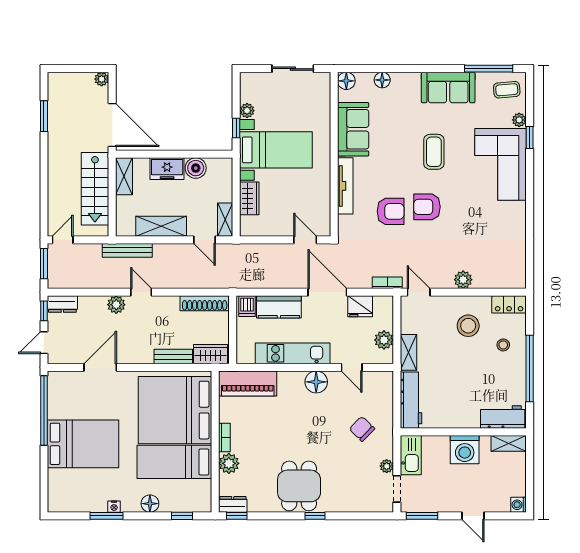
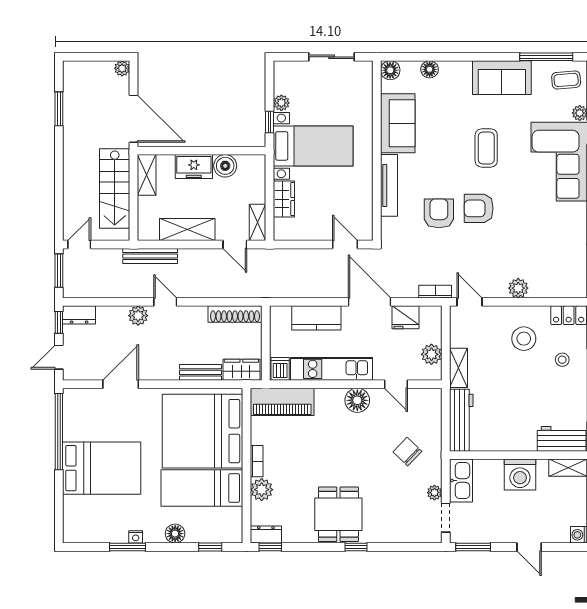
armchair: (391, 211) -> (439, 213), turned -90
dishwasher: (247, 306) -> (280, 369), moved, turned 180

